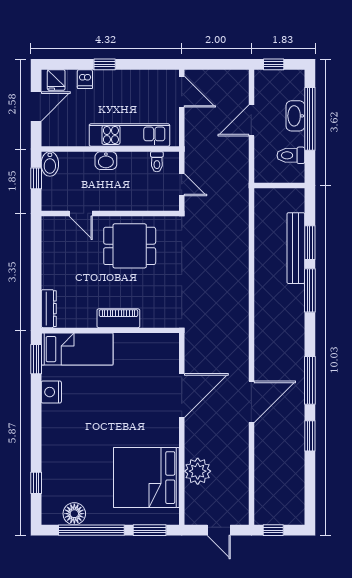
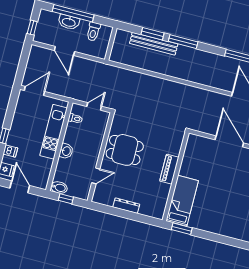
dining table: (130, 246) -> (125, 150), turned 90
dresser: (49, 309) -> (126, 206), moved
nightstand: (51, 392) -> (205, 224), removed

